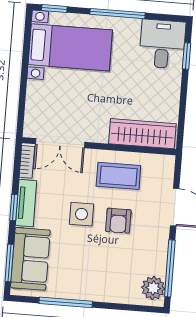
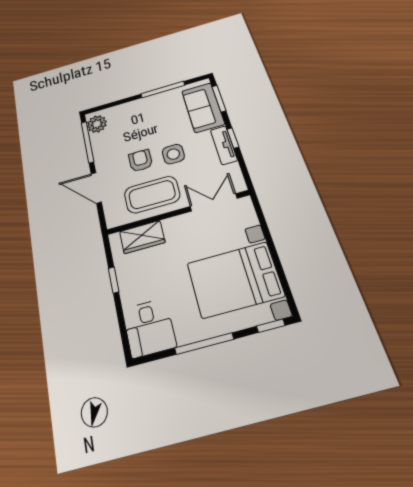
bed with nightstands: (70, 47) -> (235, 280), width x1.36
window: (187, 56) -> (114, 280), moved
wardrobe: (142, 134) -> (142, 237), width x0.67
bookcase: (27, 162) -> (237, 176), removed
coffee table: (118, 176) -> (152, 195), width x1.36, depth x1.32

